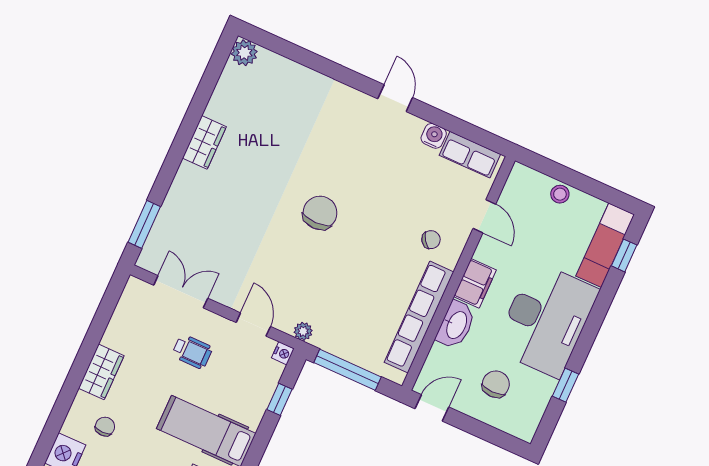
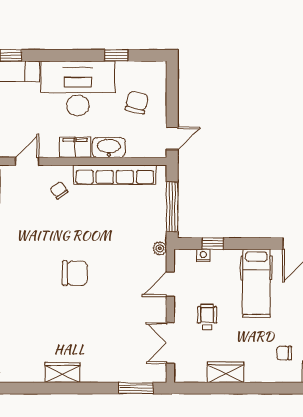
chair: (320, 213) -> (75, 273), turned 180
nightstand: (283, 353) -> (203, 255), moved
wardrobe: (101, 372) -> (226, 372), moved
chair: (496, 384) -> (137, 103), turned 104
door: (432, 408) -> (172, 138), swing flipped

